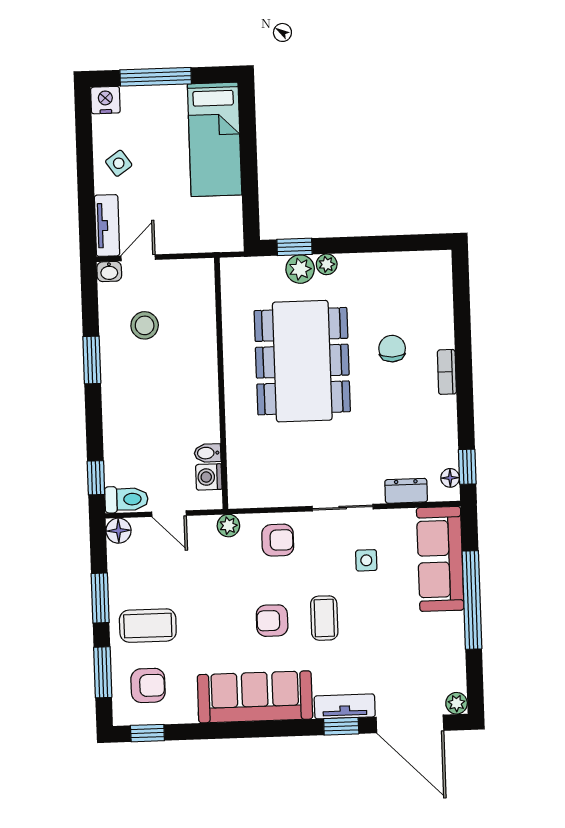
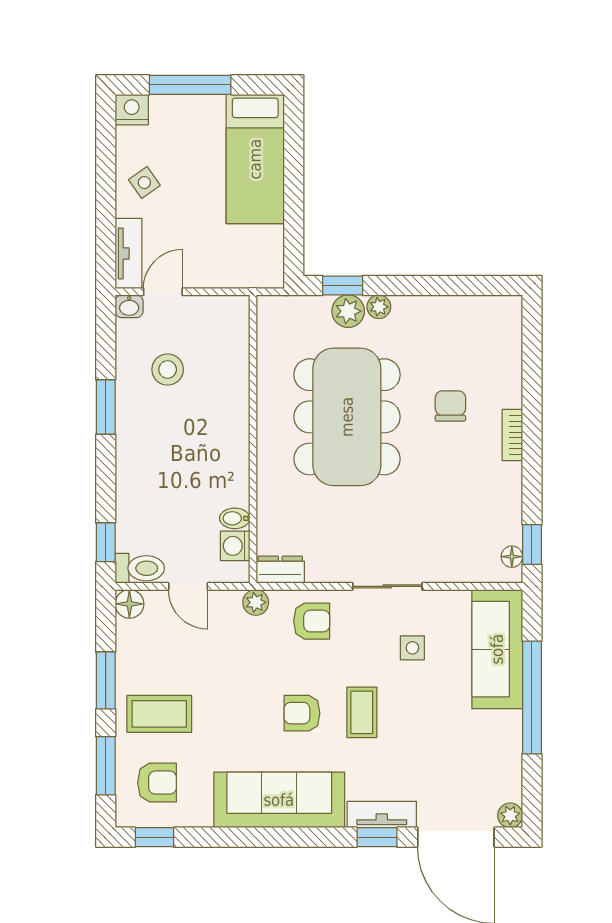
dresser: (406, 491) -> (280, 570), moved

